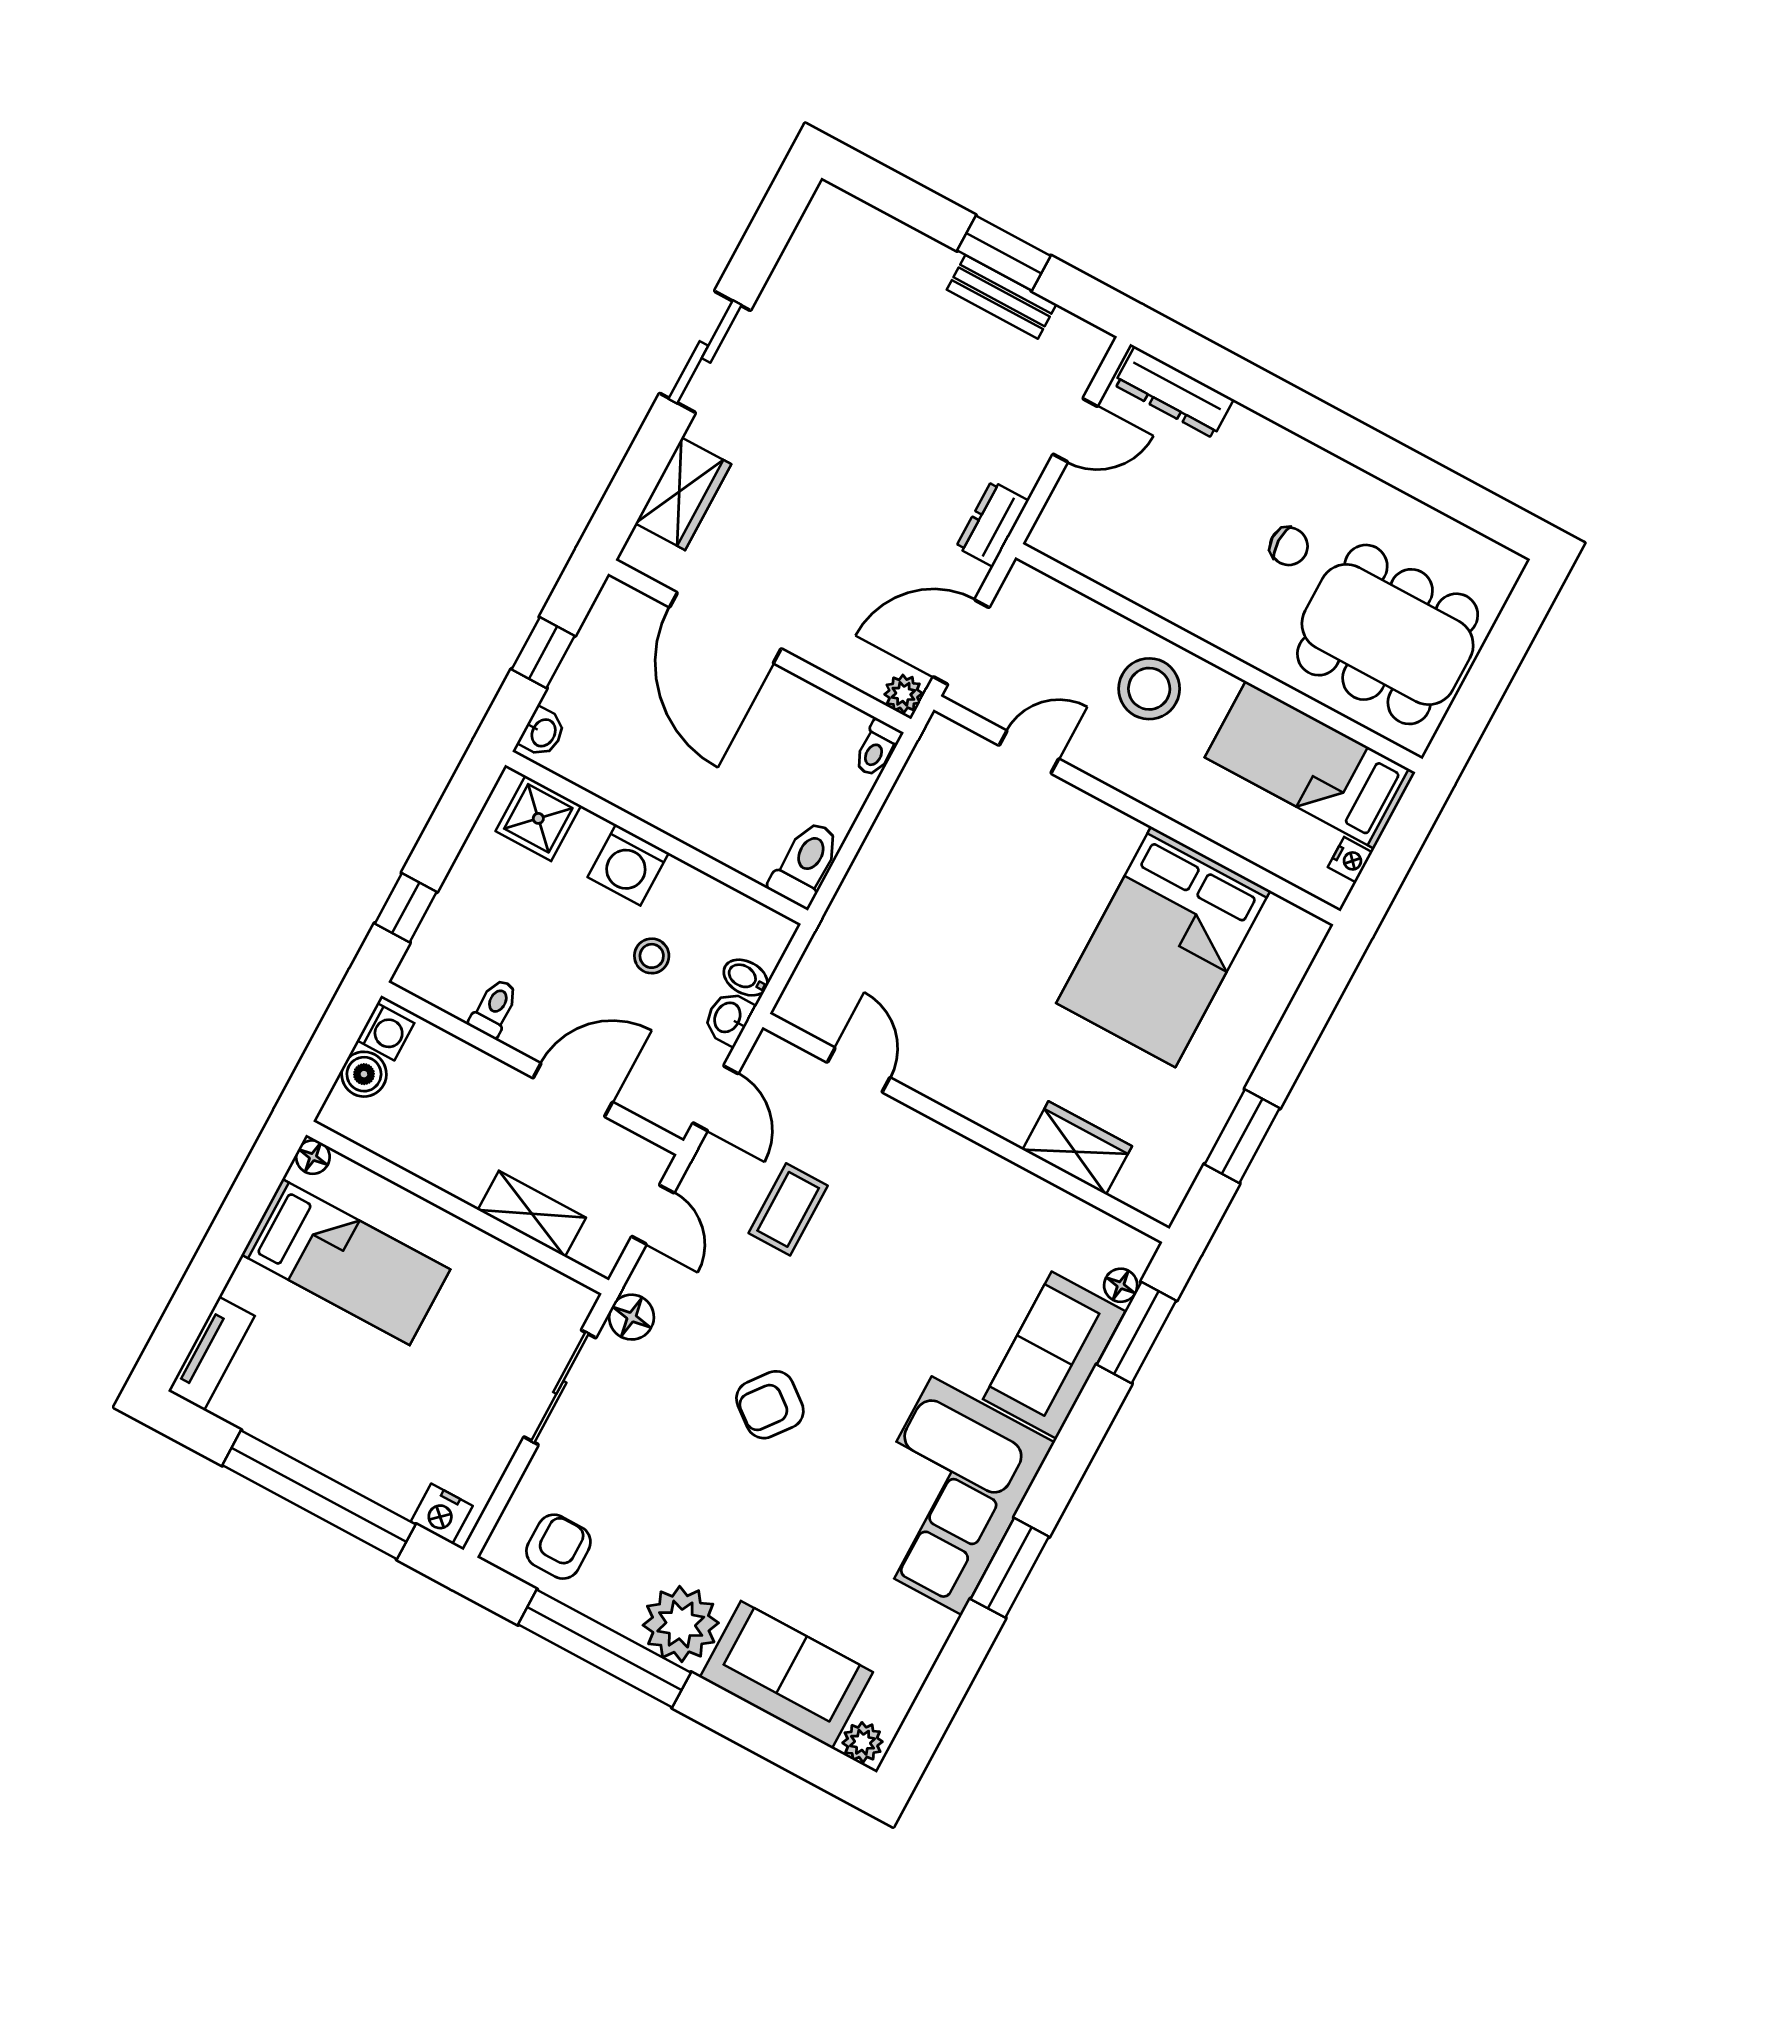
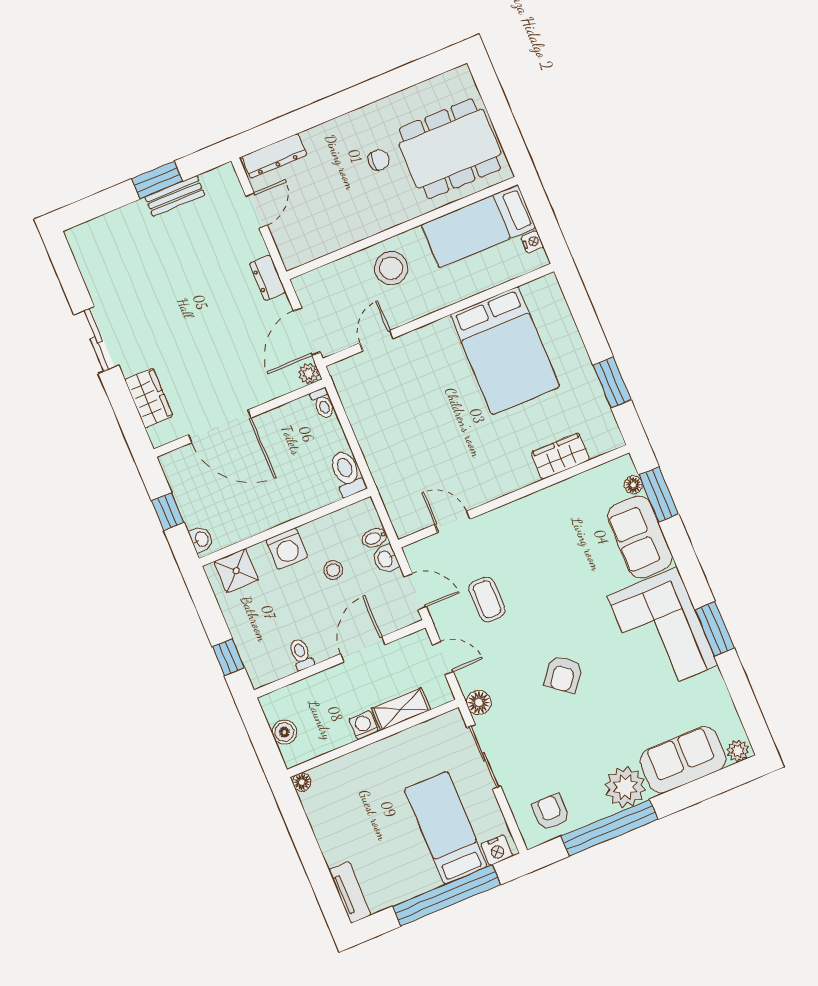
washing machine: (386, 1032) -> (364, 725), moved, turned -90
bed: (346, 1262) -> (446, 828), moved, turned -90

